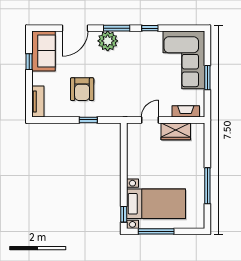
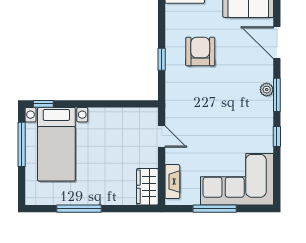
plant: (108, 41) -> (267, 90), width x0.53, depth x0.53
window: (207, 78) -> (215, 209), width x1.44
armchair: (82, 89) -> (200, 52), turned 90
wardrobe: (176, 131) -> (147, 187), moved

